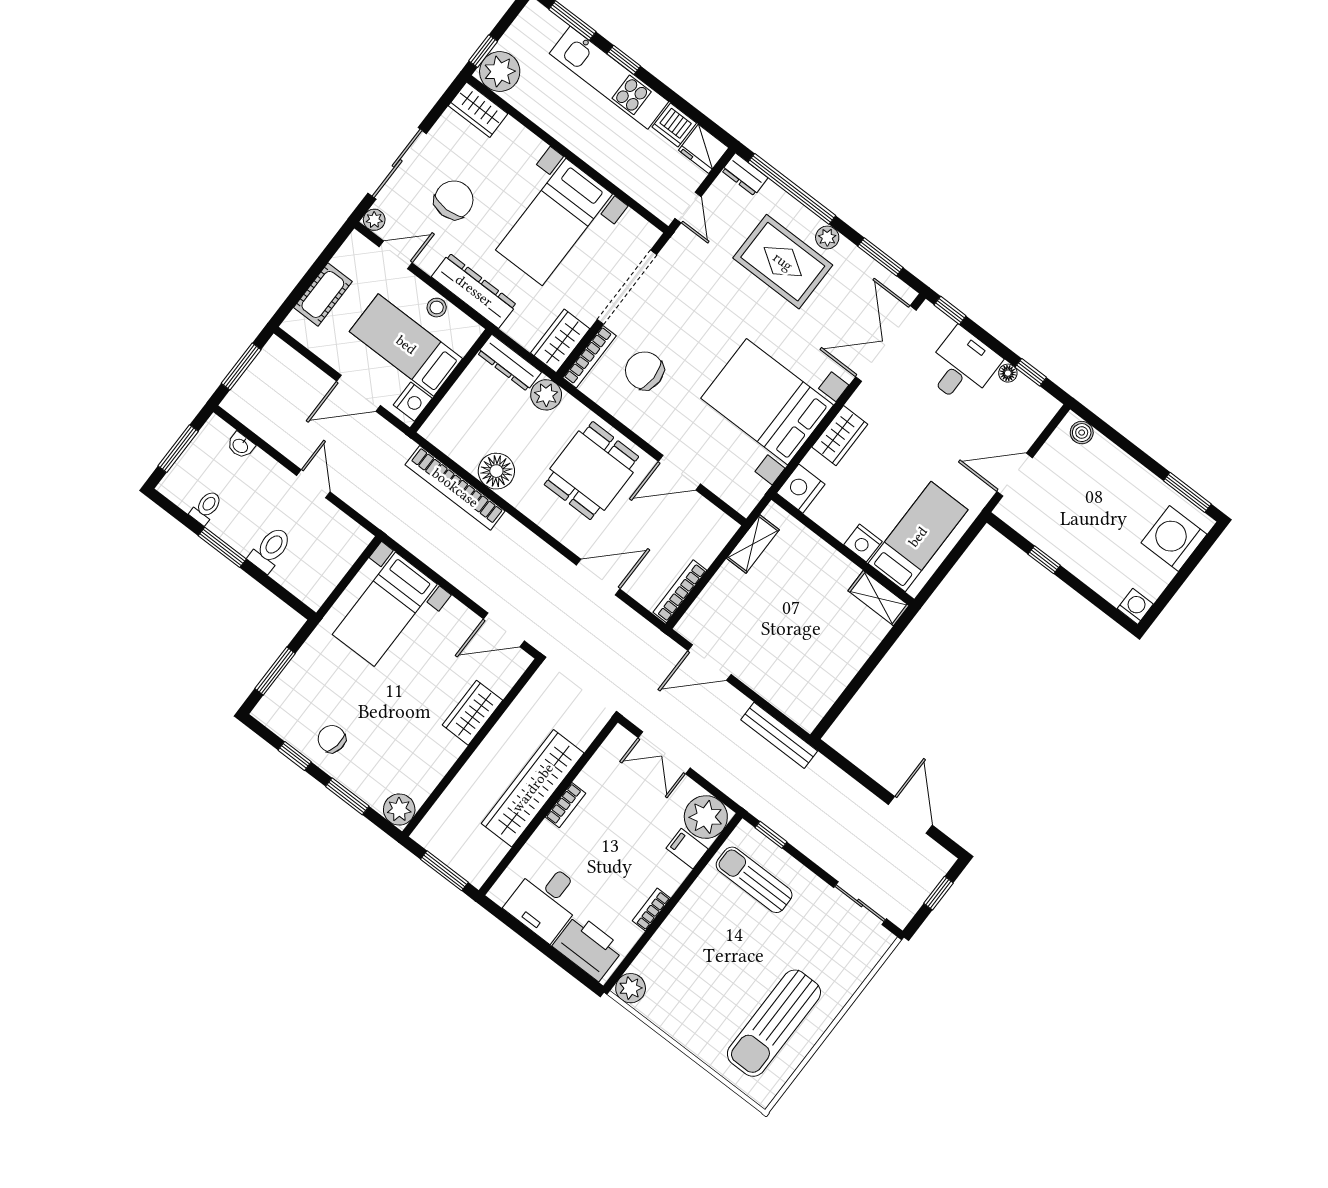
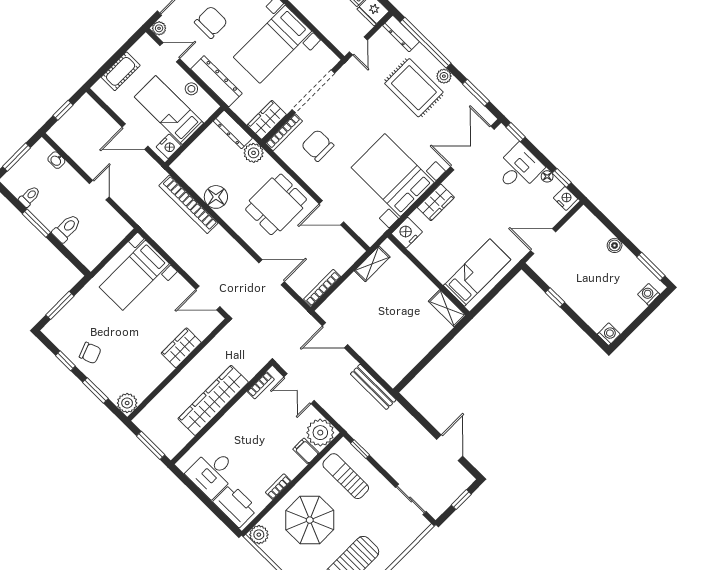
dresser: (745, 174) -> (401, 34), width x1.44
window: (241, 367) -> (63, 110), width x0.67
boiler: (1082, 433) -> (615, 245), moved
washing machine: (1174, 538) -> (649, 294), width x0.53, depth x0.53
nightstand: (863, 543) -> (566, 198), moved, turned 180
chair: (332, 739) -> (90, 353), turned 150
bookcase: (565, 805) -> (261, 385), moved
parasol: (707, 955) -> (310, 520), added

